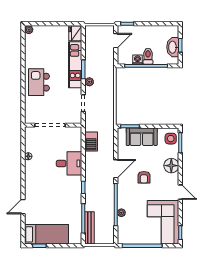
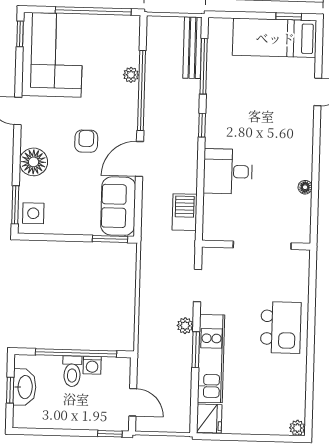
door: (116, 41) -> (133, 402), swing flipped
sofa: (142, 137) -> (118, 206), moved, turned -90

